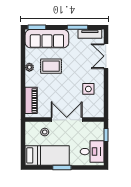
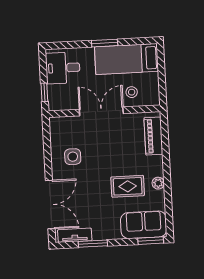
sofa: (47, 39) -> (144, 225), width x0.73
double door: (106, 56) -> (50, 205), width x1.37
double door: (67, 120) -> (101, 111), swing flipped

